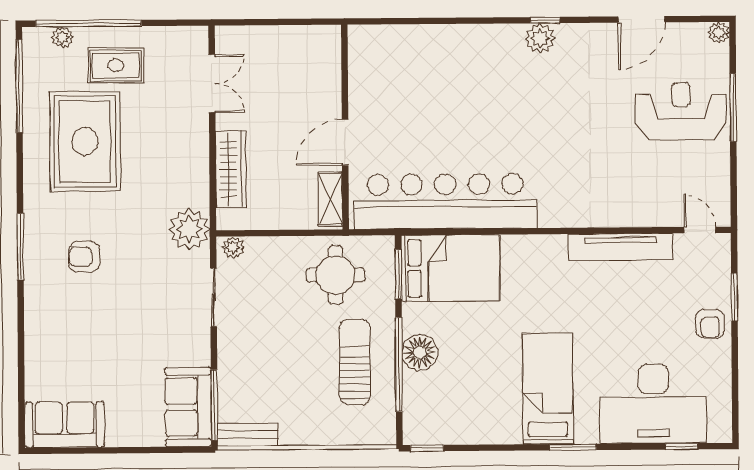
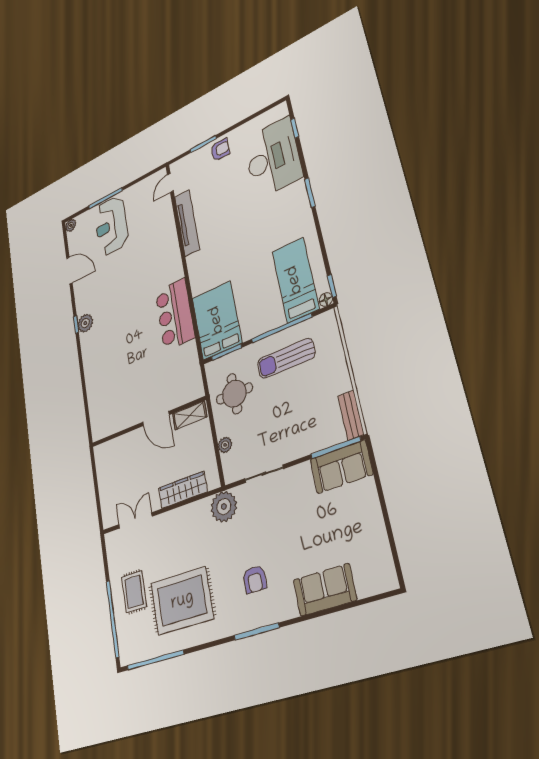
plant: (62, 37) -> (123, 636), removed
bar counter: (445, 201) -> (175, 314), width x0.54
plant: (233, 247) -> (225, 445), moved
floor lamp: (420, 352) -> (326, 300), moved, width x0.53, depth x0.53
bed: (548, 389) -> (295, 280), moved, turned 90
sofa: (65, 425) -> (325, 590), moved, turned 90

